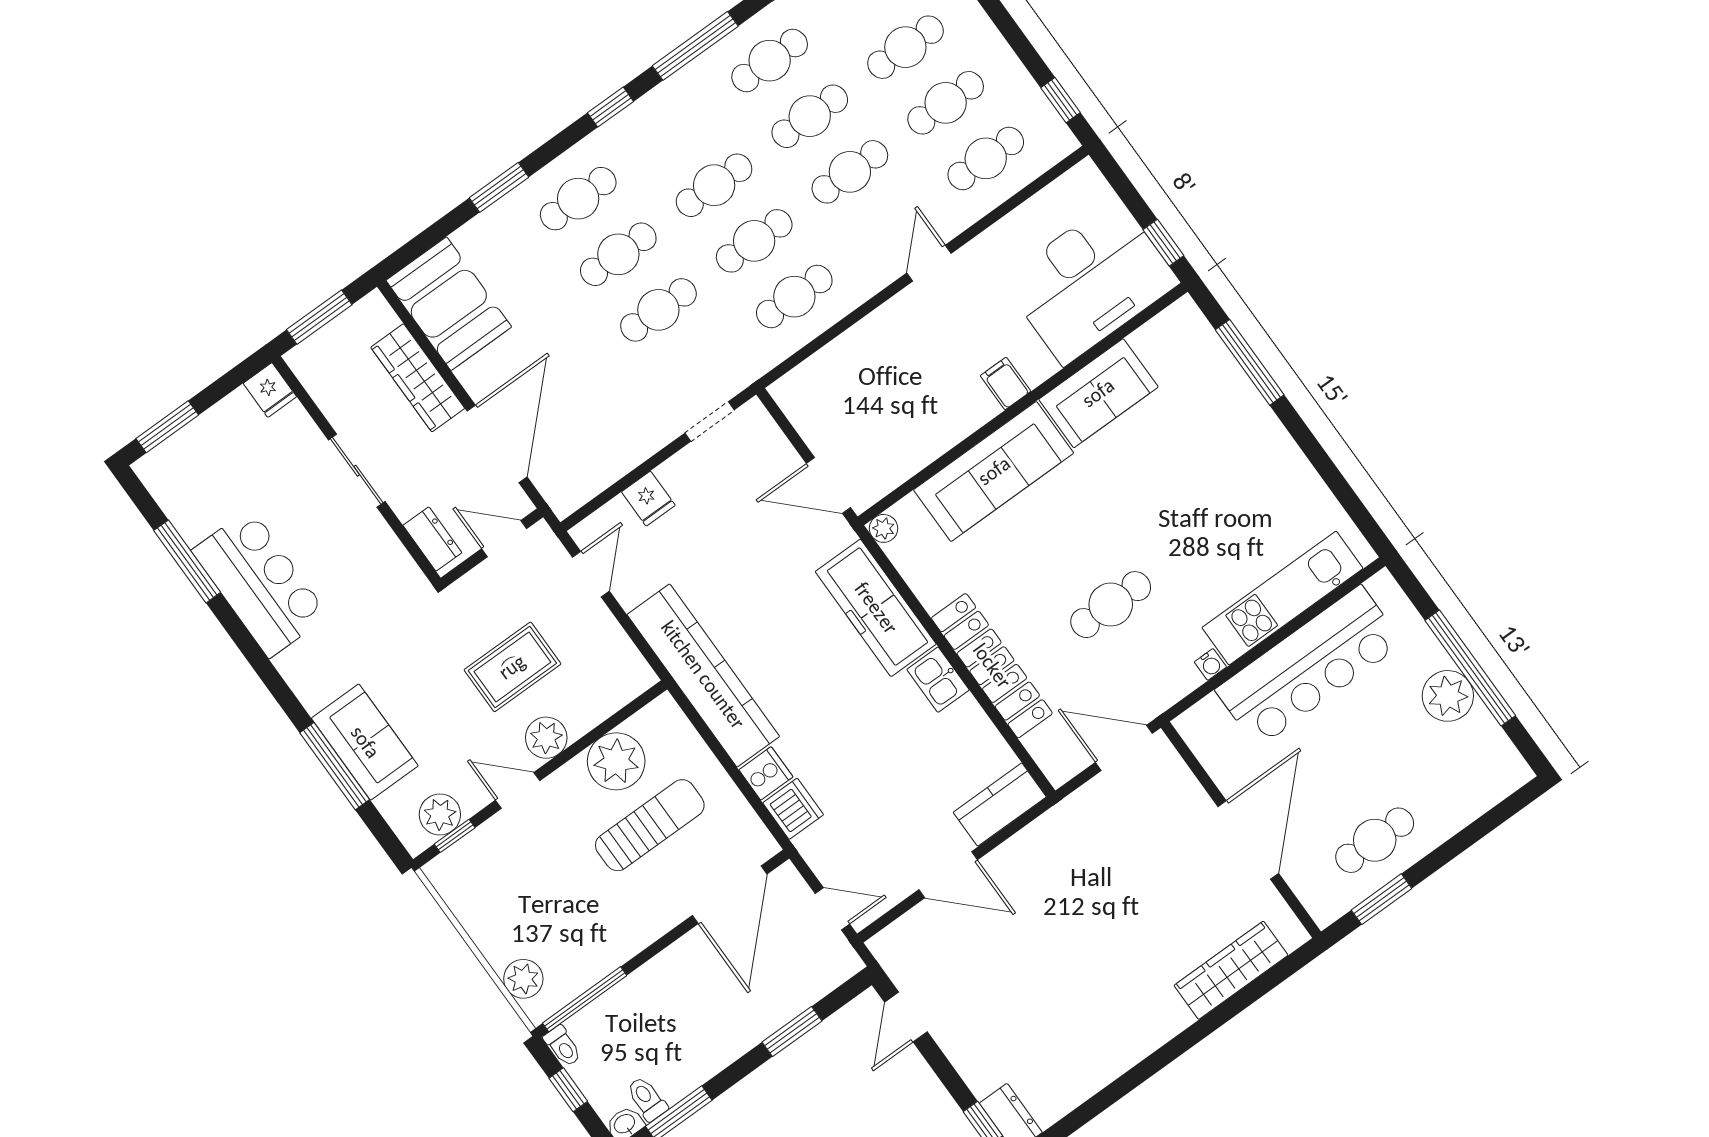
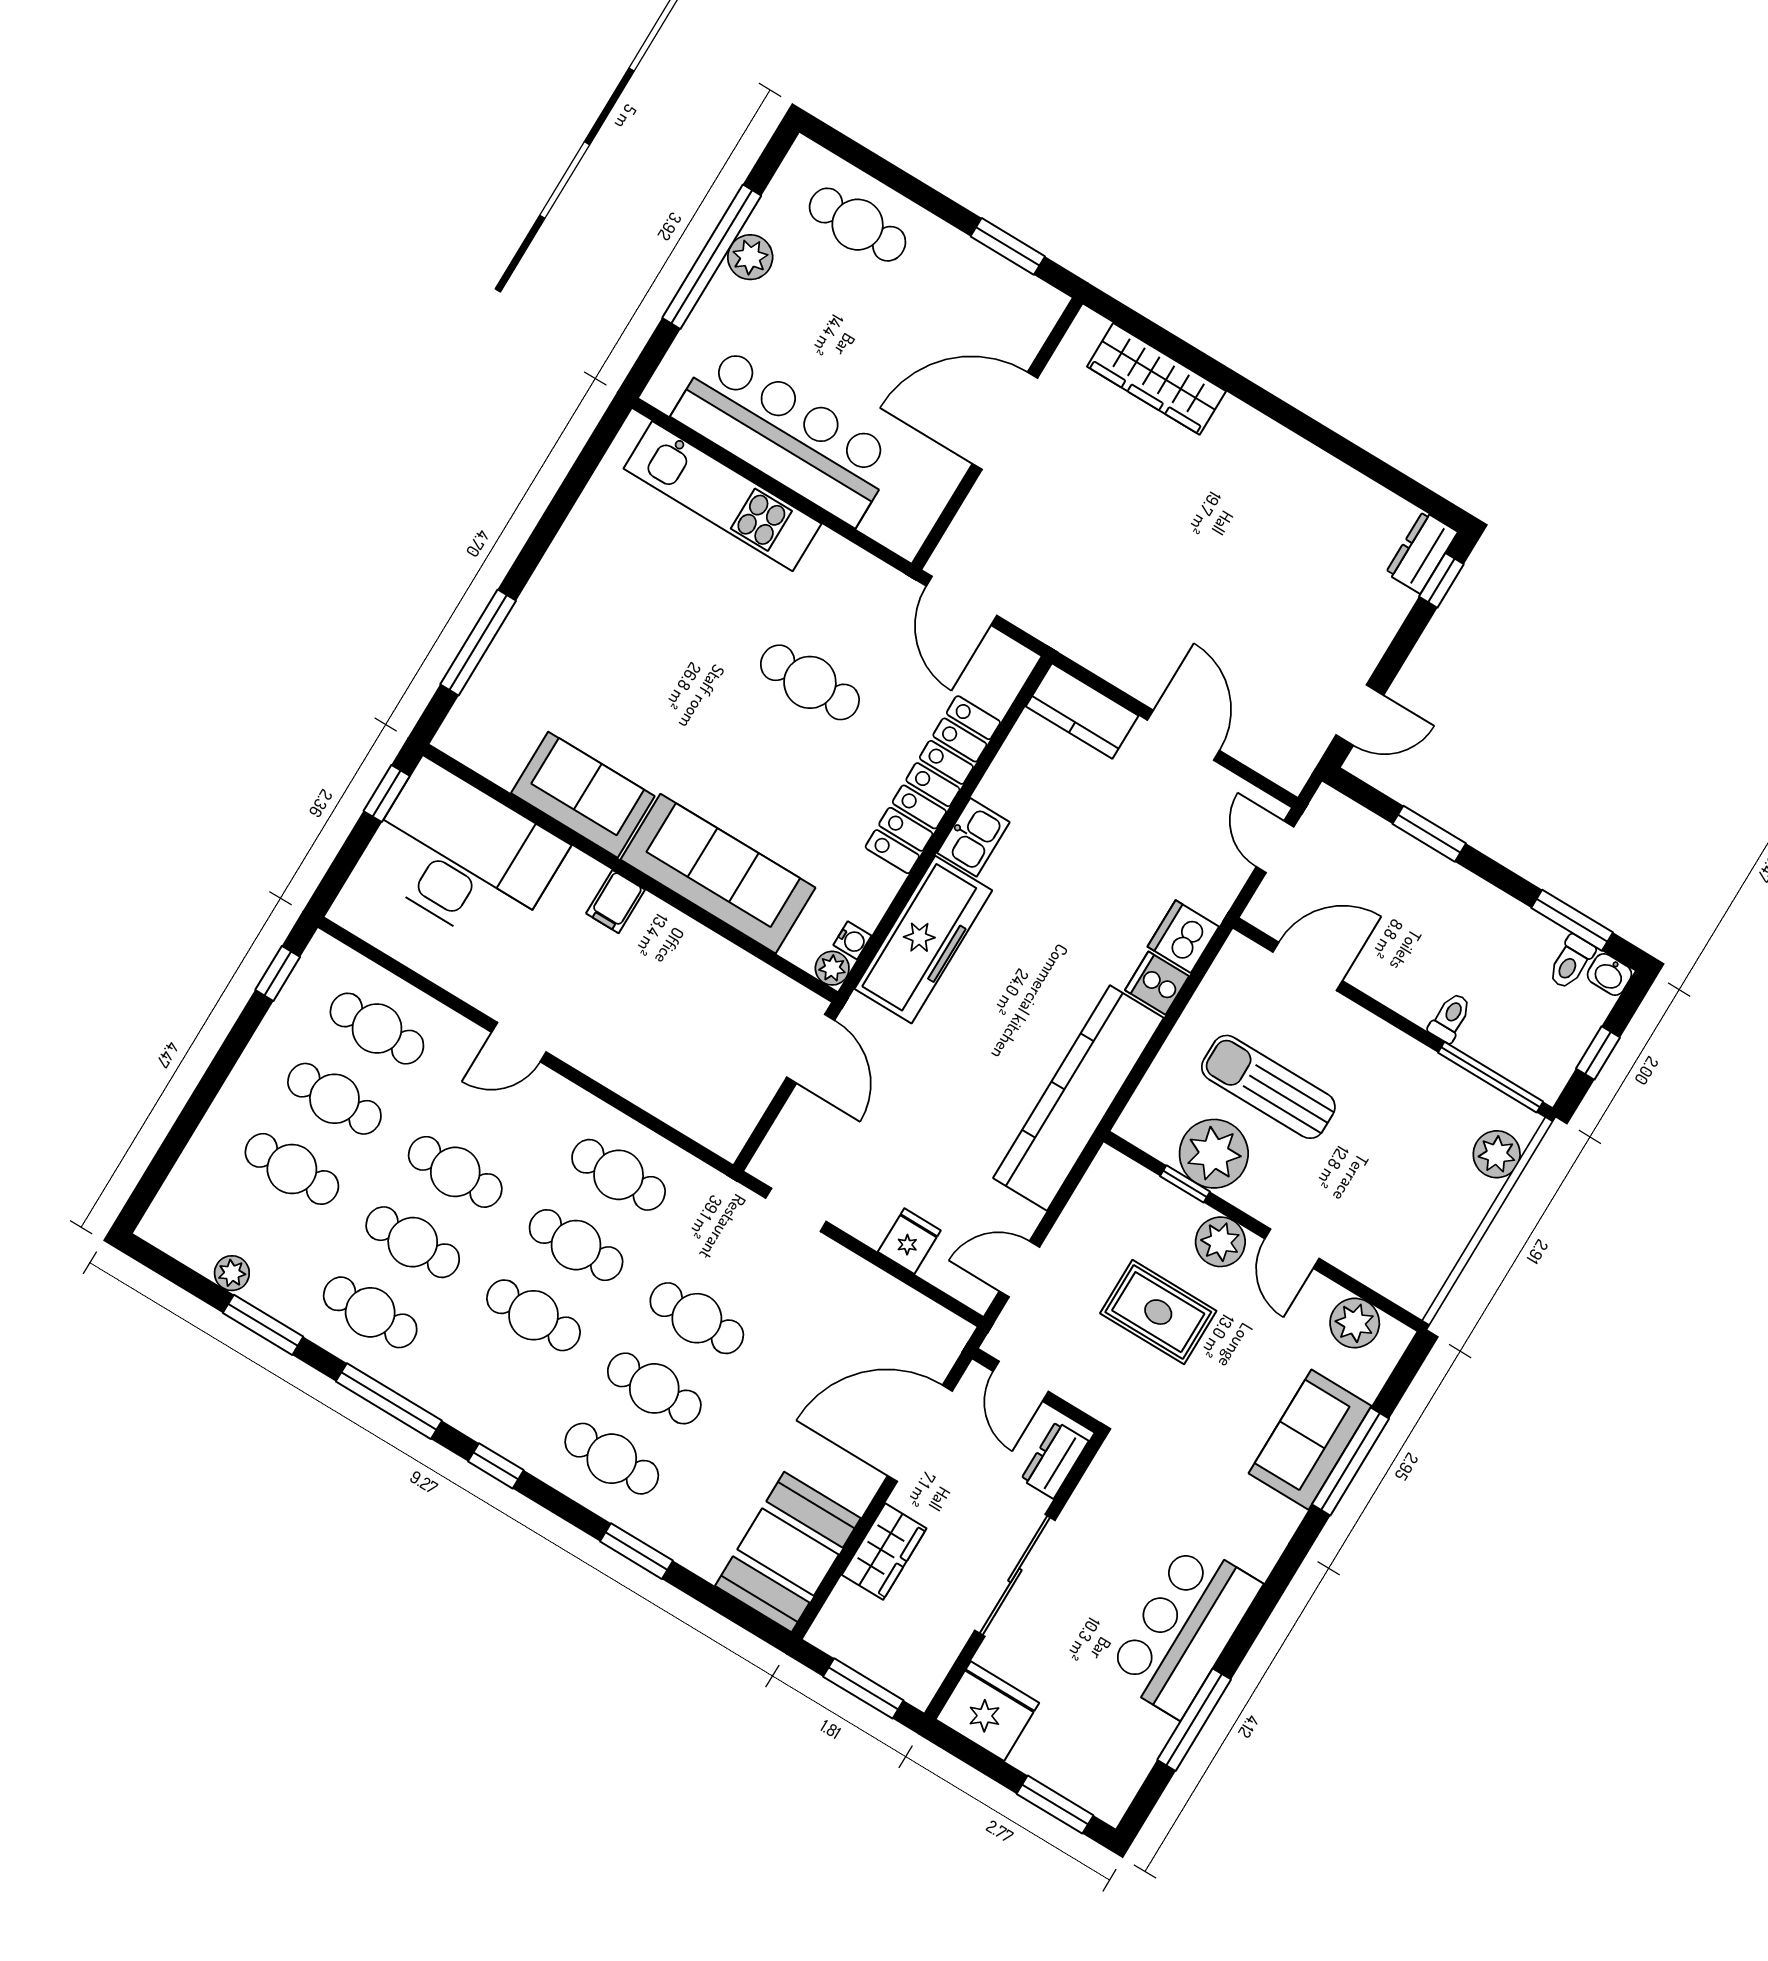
wardrobe: (418, 378) -> (884, 1552), width x0.67
fridge: (270, 390) -> (987, 1711), width x1.88, depth x1.34
sliding door: (357, 471) -> (1015, 1575), width x1.37
water cooler: (1210, 664) -> (852, 940), moved, turned 90
plant: (1448, 696) -> (750, 257), width x0.73, depth x0.73
window: (455, 836) -> (1185, 1184), moved
cafe table: (1375, 840) -> (858, 225), moved
door: (730, 895) -> (1308, 966), width x0.73
toilet: (563, 1046) -> (1450, 1018), moved

